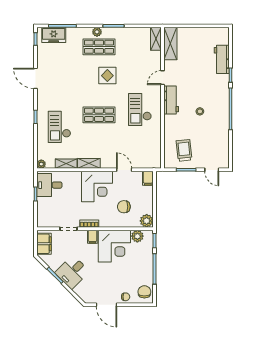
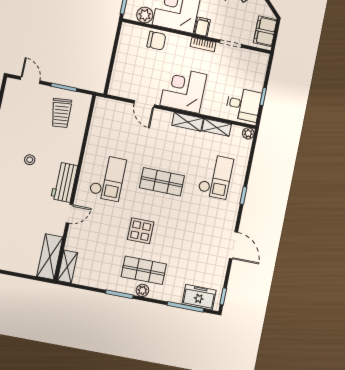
filing cabinet: (148, 178) -> (116, 87), removed
chair: (124, 207) -> (156, 41), moved
plant: (147, 221) -> (129, 32), removed

